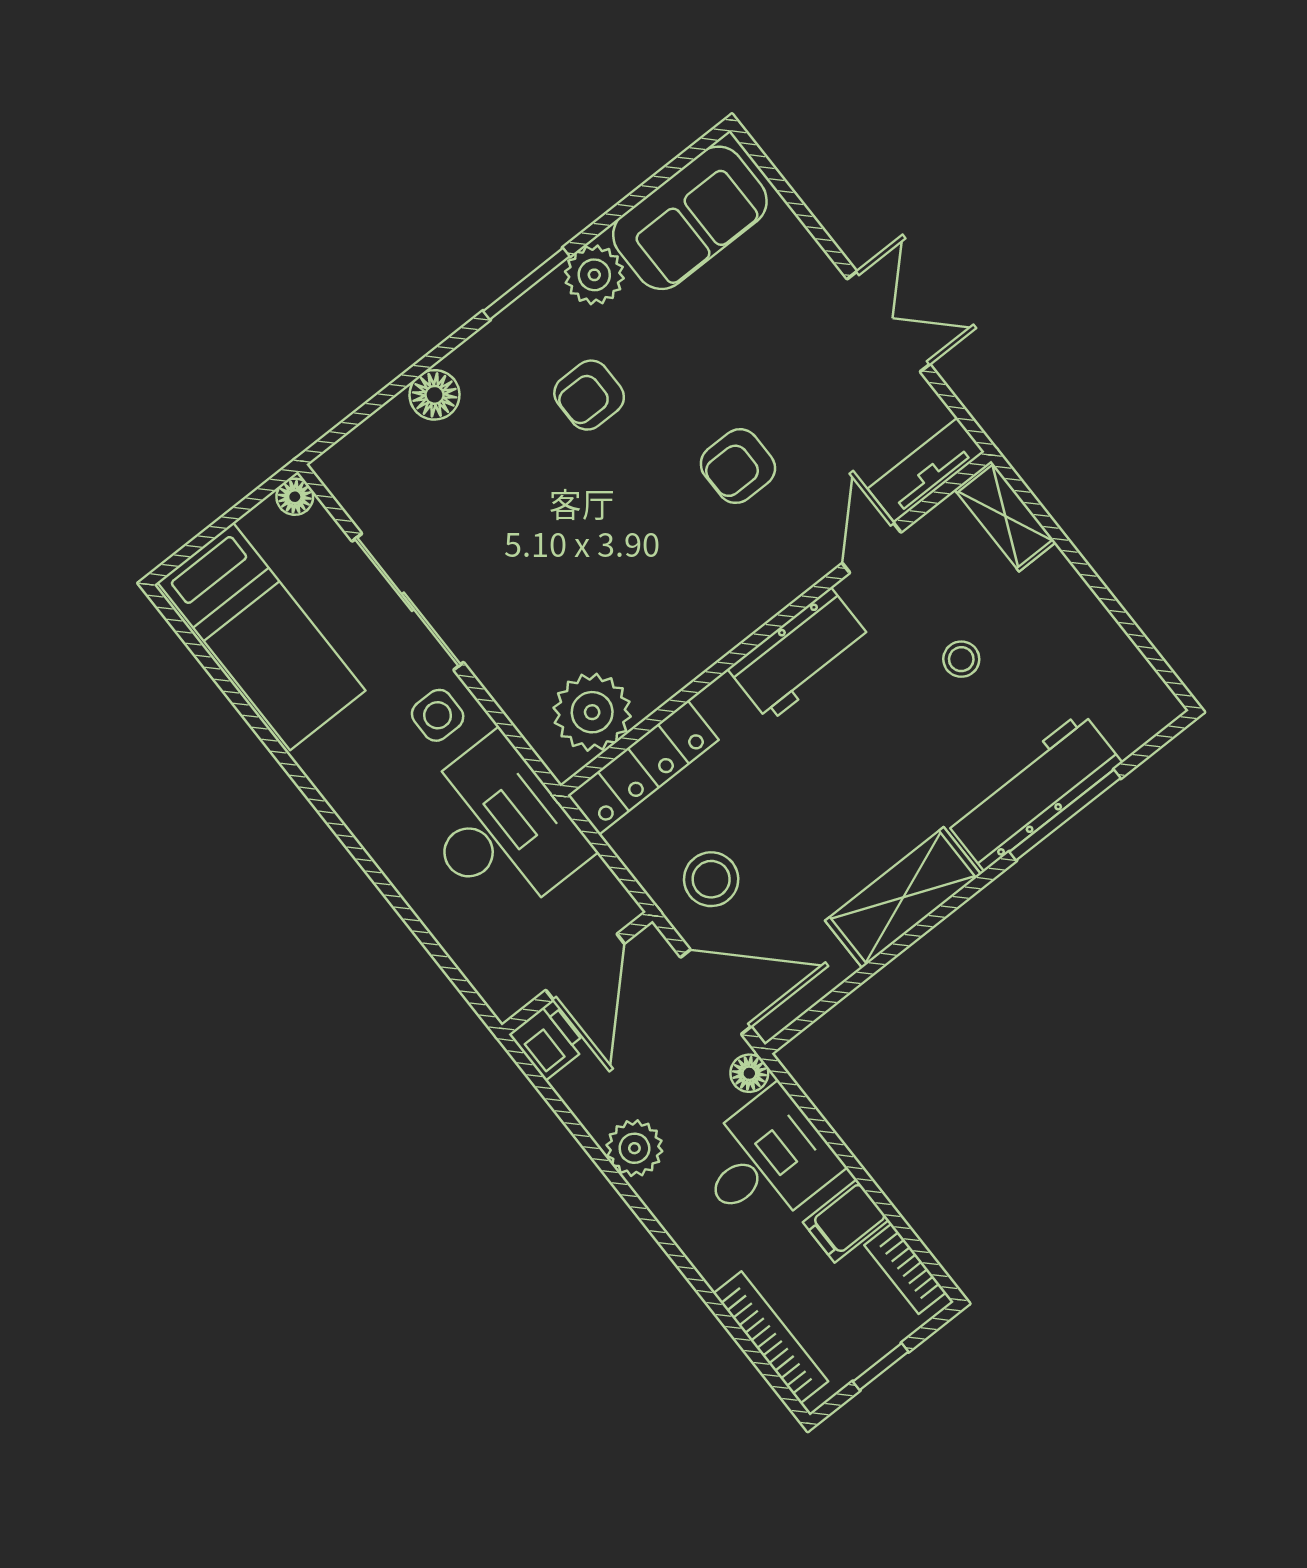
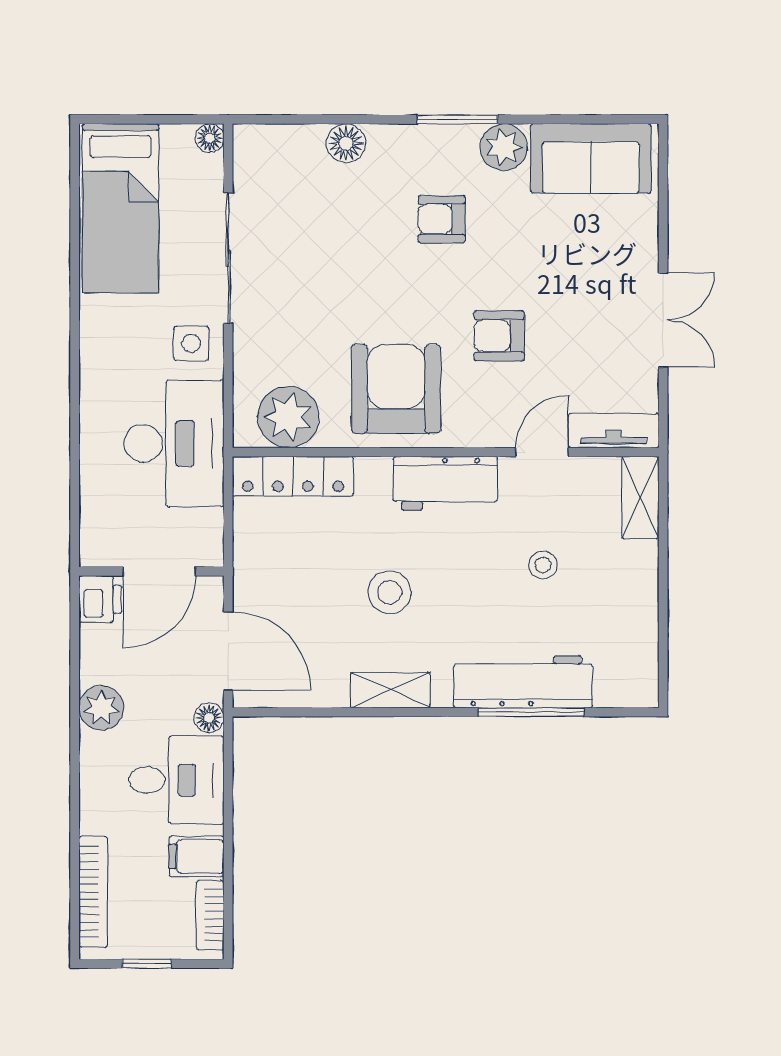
armchair: (677, 600) -> (396, 389), added
stool: (711, 879) -> (390, 592), moved
shelving: (903, 897) -> (390, 690), width x0.67, depth x0.75

